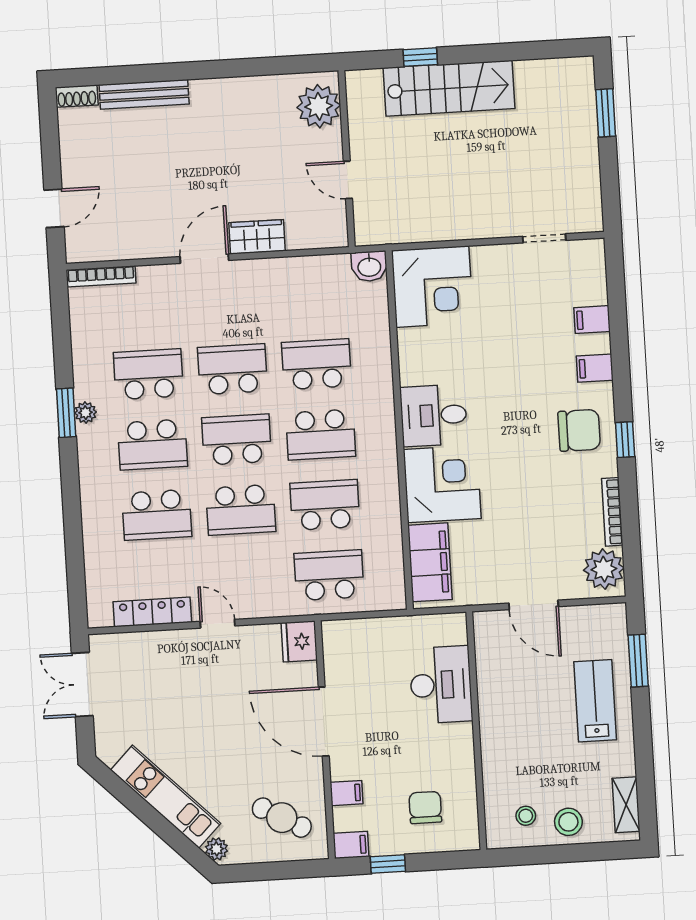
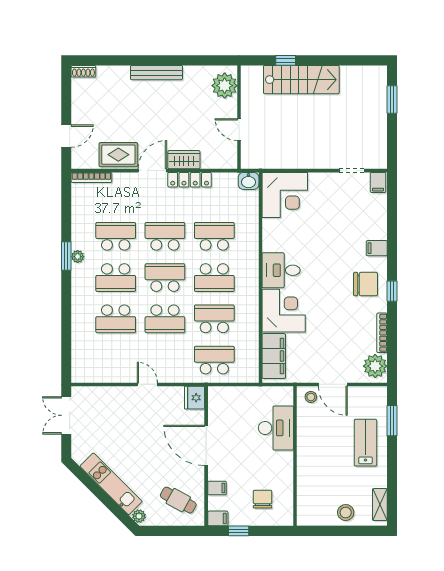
bench: (144, 94) -> (156, 73), moved
rug: (145, 235) -> (118, 155), added
filing cabinet: (592, 320) -> (378, 182), moved, turned -90
locker: (152, 612) -> (190, 180), moved, turned 180
stool: (526, 816) -> (311, 397), moved

